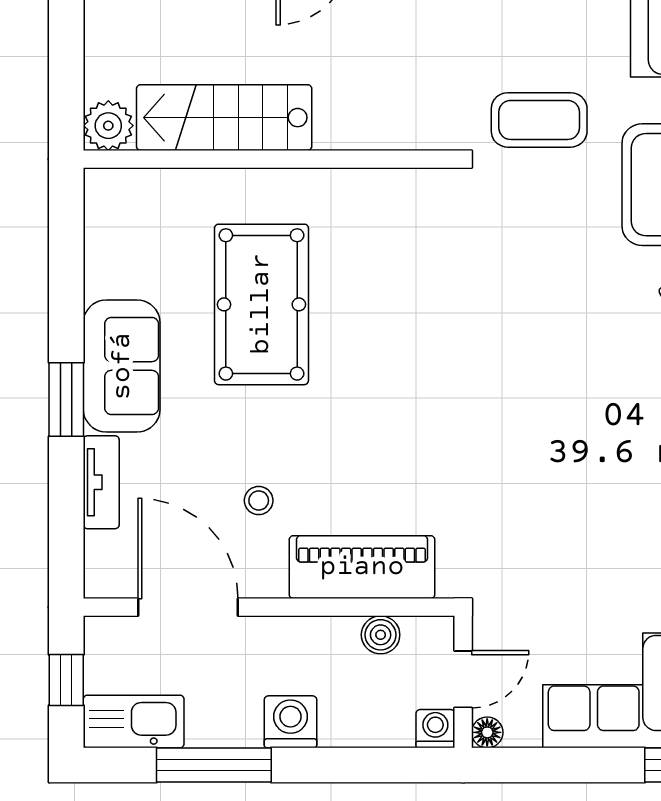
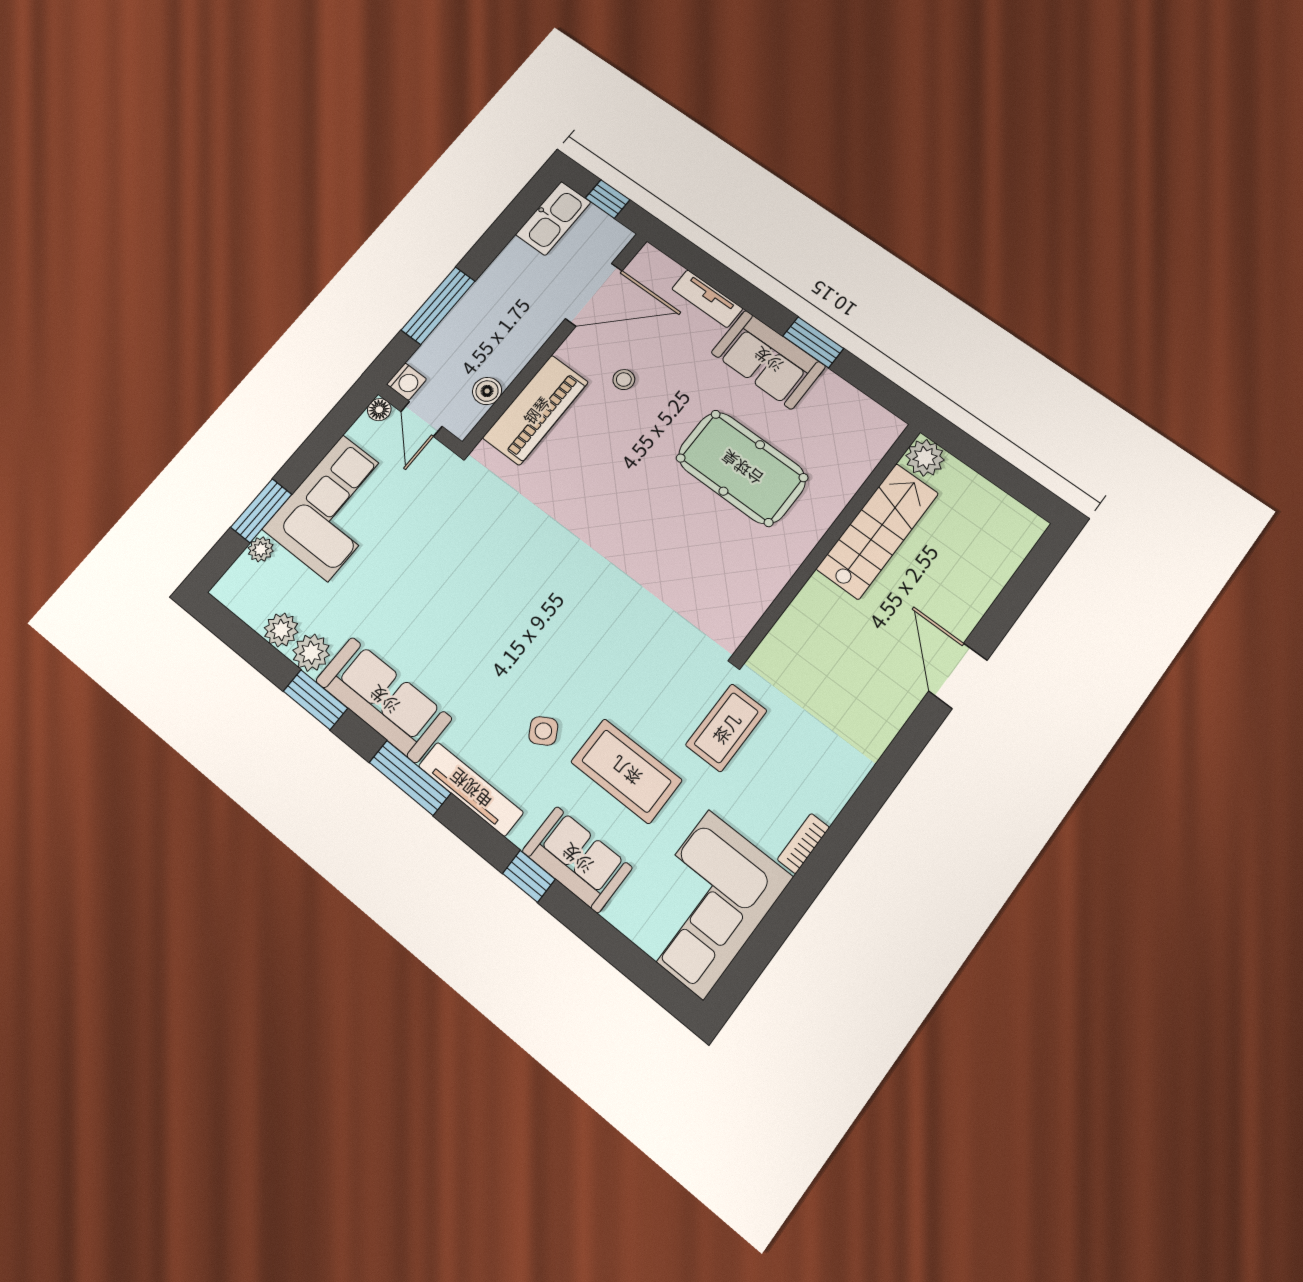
window: (66, 400) -> (813, 342), moved
washing machine: (290, 722) -> (480, 304), removed
window: (214, 765) -> (438, 306), moved

